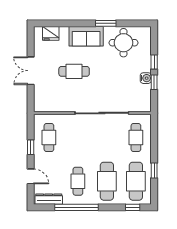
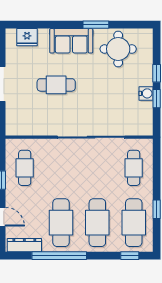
cafe table: (78, 181) -> (61, 223), width x1.37, depth x1.35

